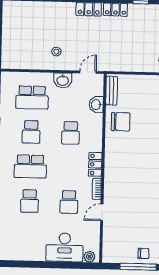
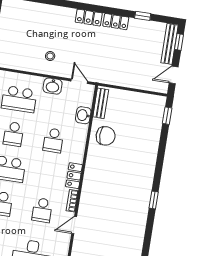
door: (88, 72) -> (79, 81), hinge flipped

